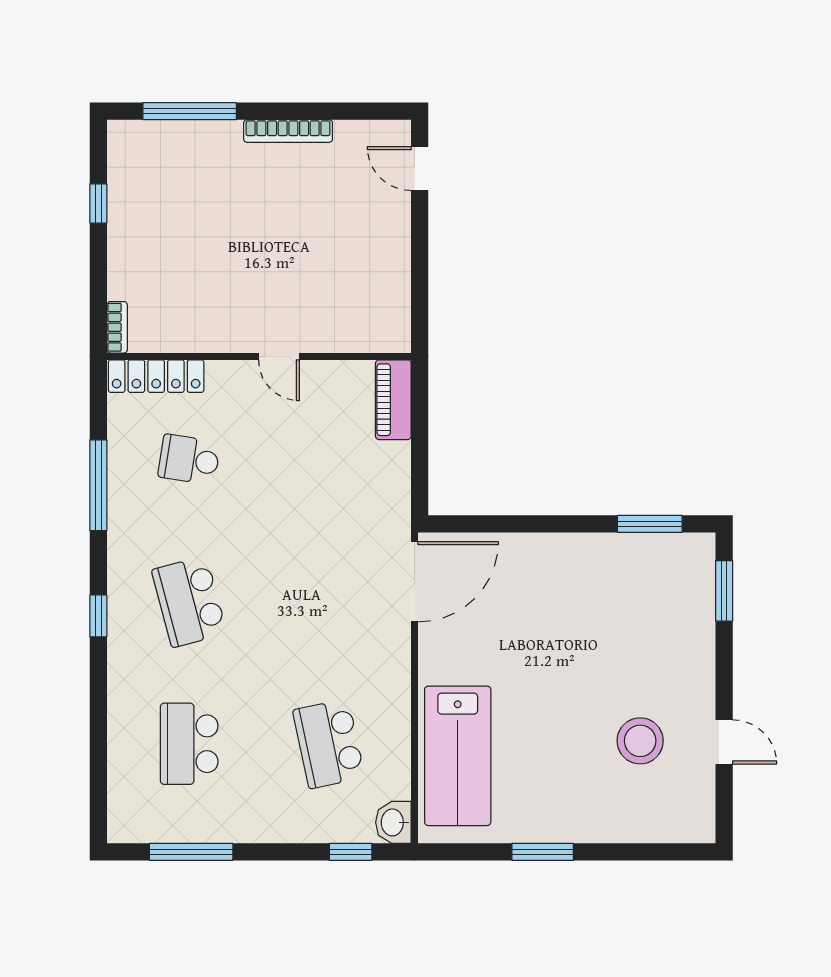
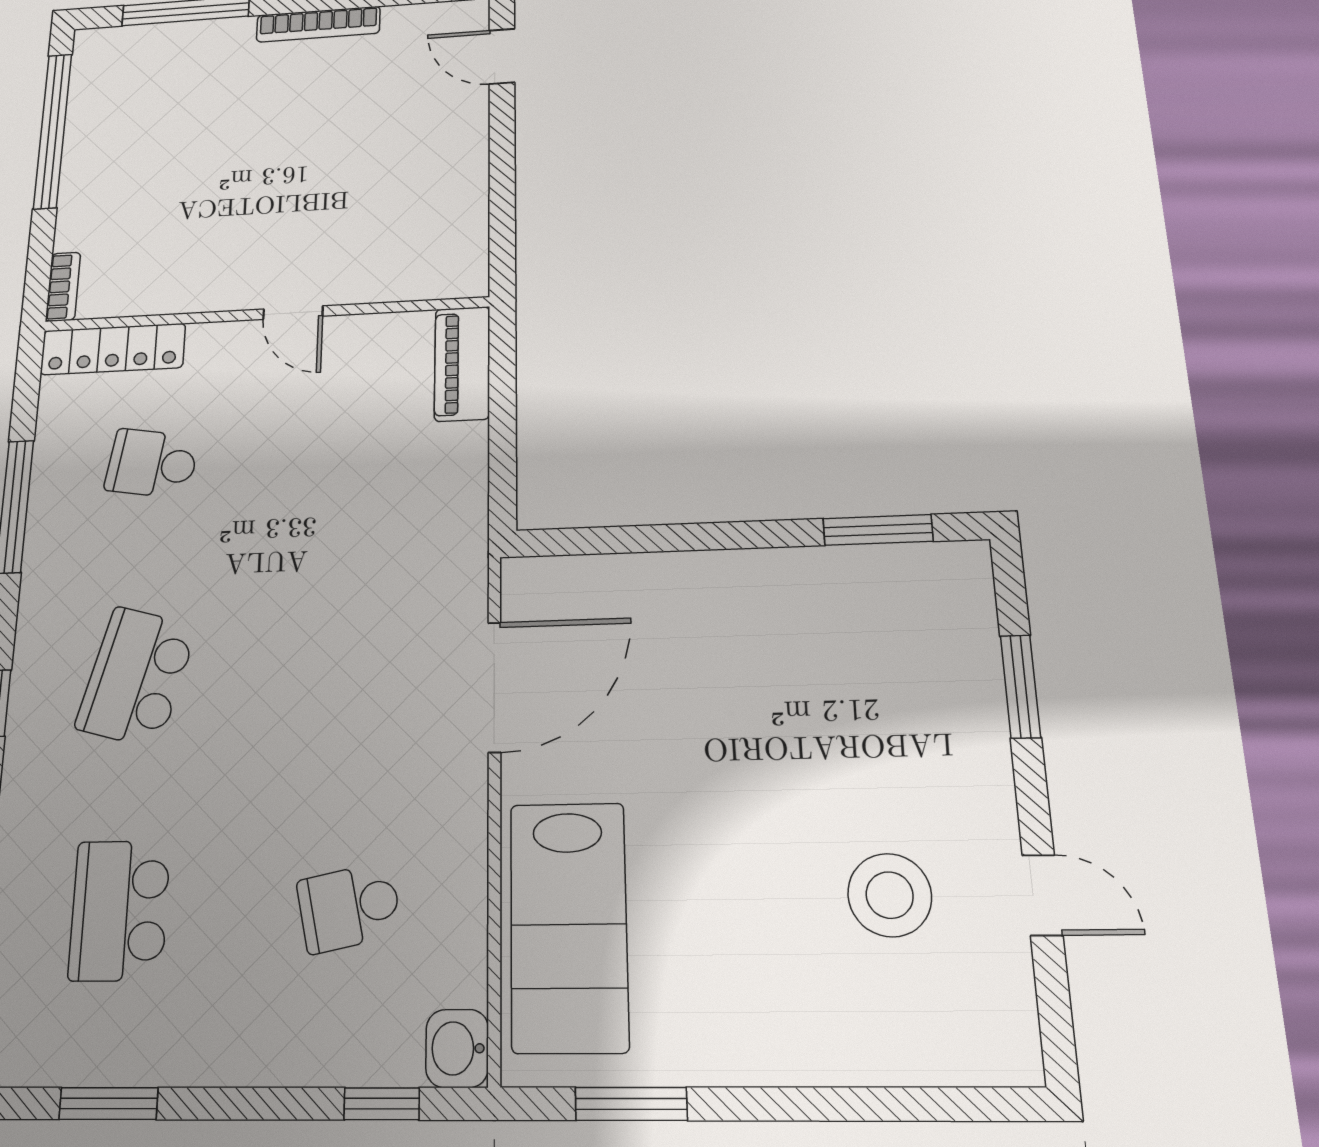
window: (98, 203) -> (53, 131), width x3.17
door: (415, 582) -> (494, 687), moved
window: (724, 591) -> (1020, 686), moved
school desk: (189, 602) -> (136, 677), turned 30
school desk: (329, 744) -> (349, 907), width x0.54
window: (191, 852) -> (108, 1104), width x0.69
window: (543, 852) -> (631, 1104), moved

